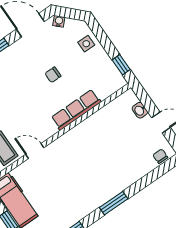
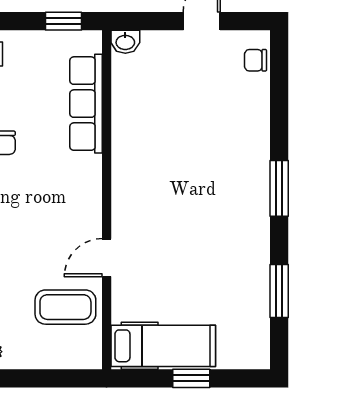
row of seats: (76, 110) -> (86, 104), moved
washbasin: (140, 110) -> (125, 42), moved

